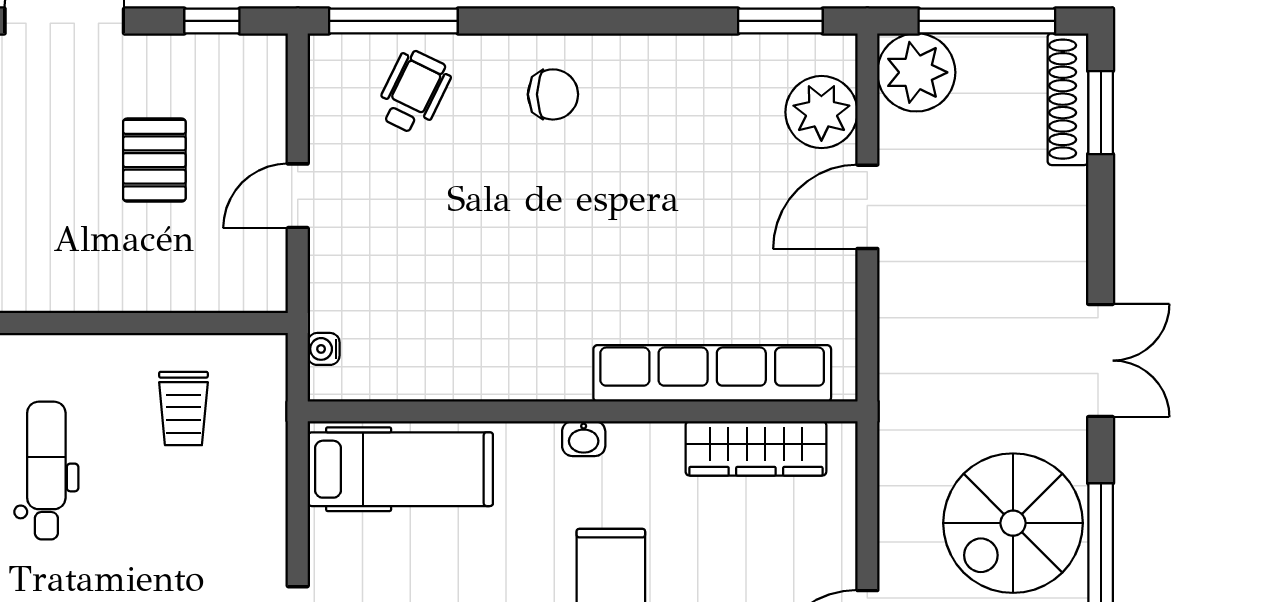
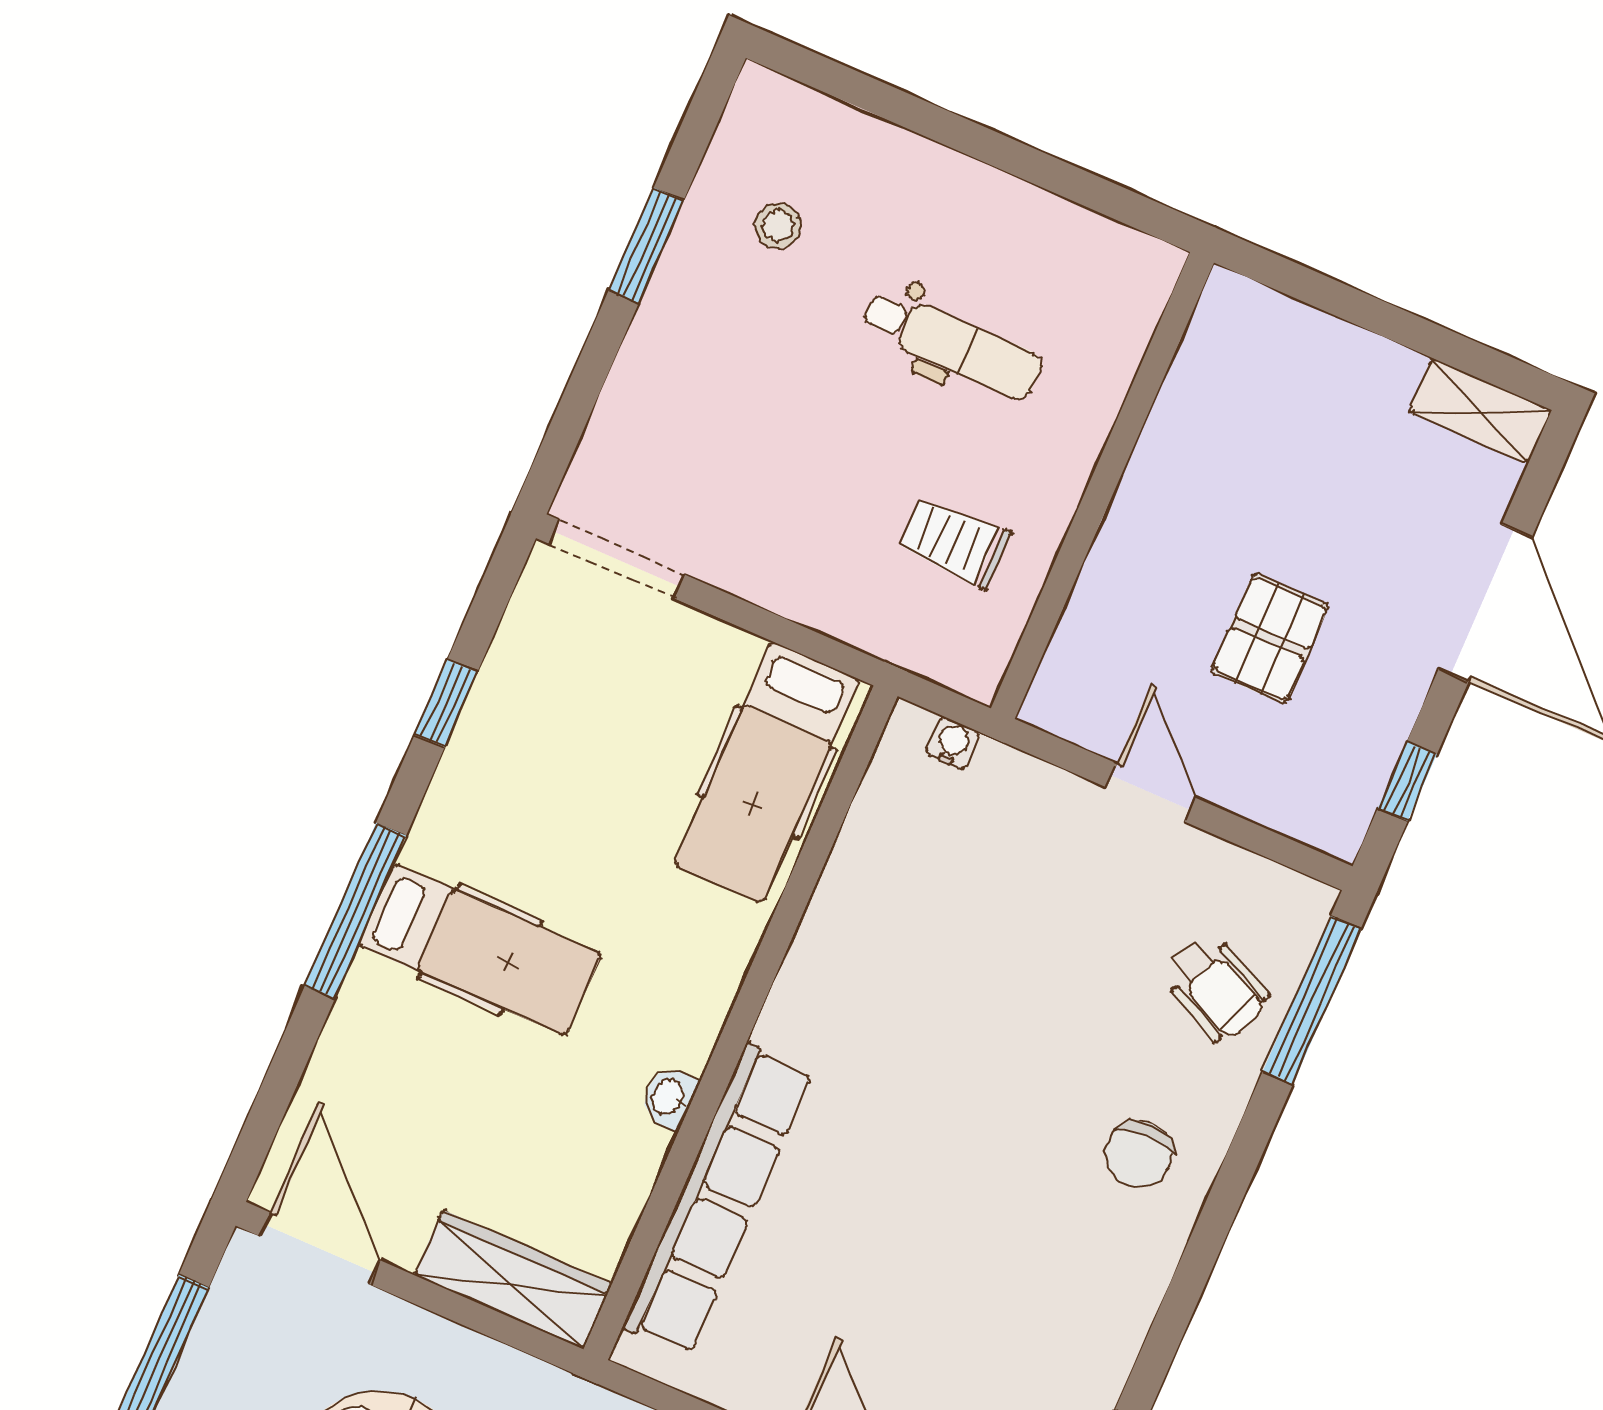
pallet: (154, 160) -> (1270, 638), turned 90
washbasin: (584, 439) -> (669, 1097), moved
wardrobe: (756, 448) -> (513, 1280), moved, turned 90

